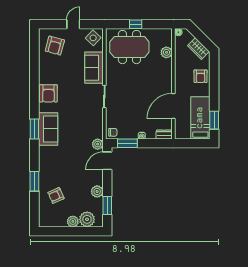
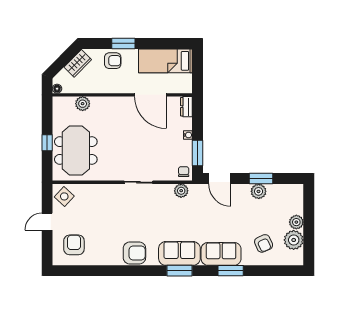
door: (73, 24) -> (47, 222), hinge flipped
armchair: (55, 46) -> (74, 245), turned -105
sofa: (94, 68) -> (221, 254), moved, turned 180
window: (214, 120) -> (123, 43), moved
plant: (98, 144) -> (181, 191), moved
window: (34, 181) -> (231, 271), moved
window: (107, 206) -> (261, 179), moved
plant: (87, 219) -> (294, 240), moved

